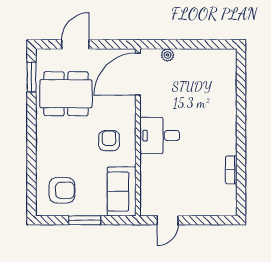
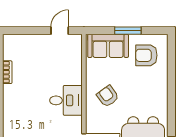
armchair: (109, 141) -> (108, 96), turned 145
sofa: (122, 191) -> (108, 46), moved, turned 90

